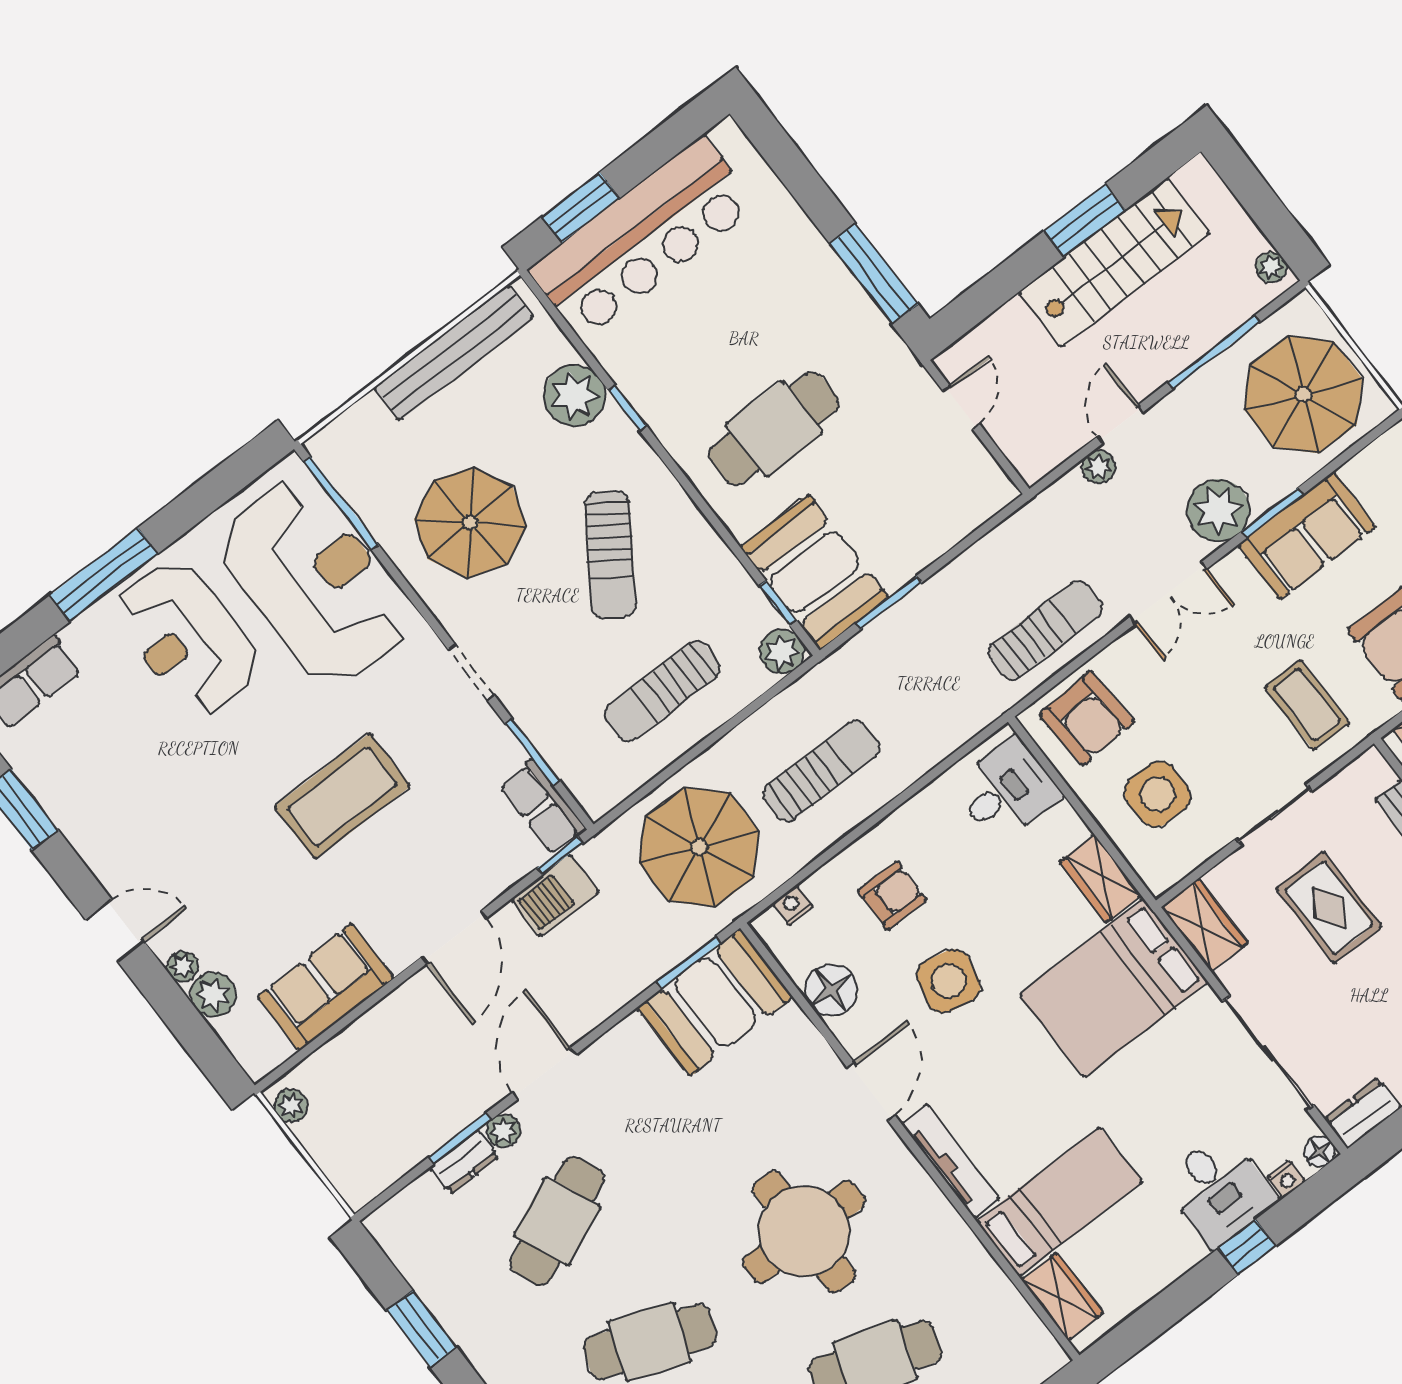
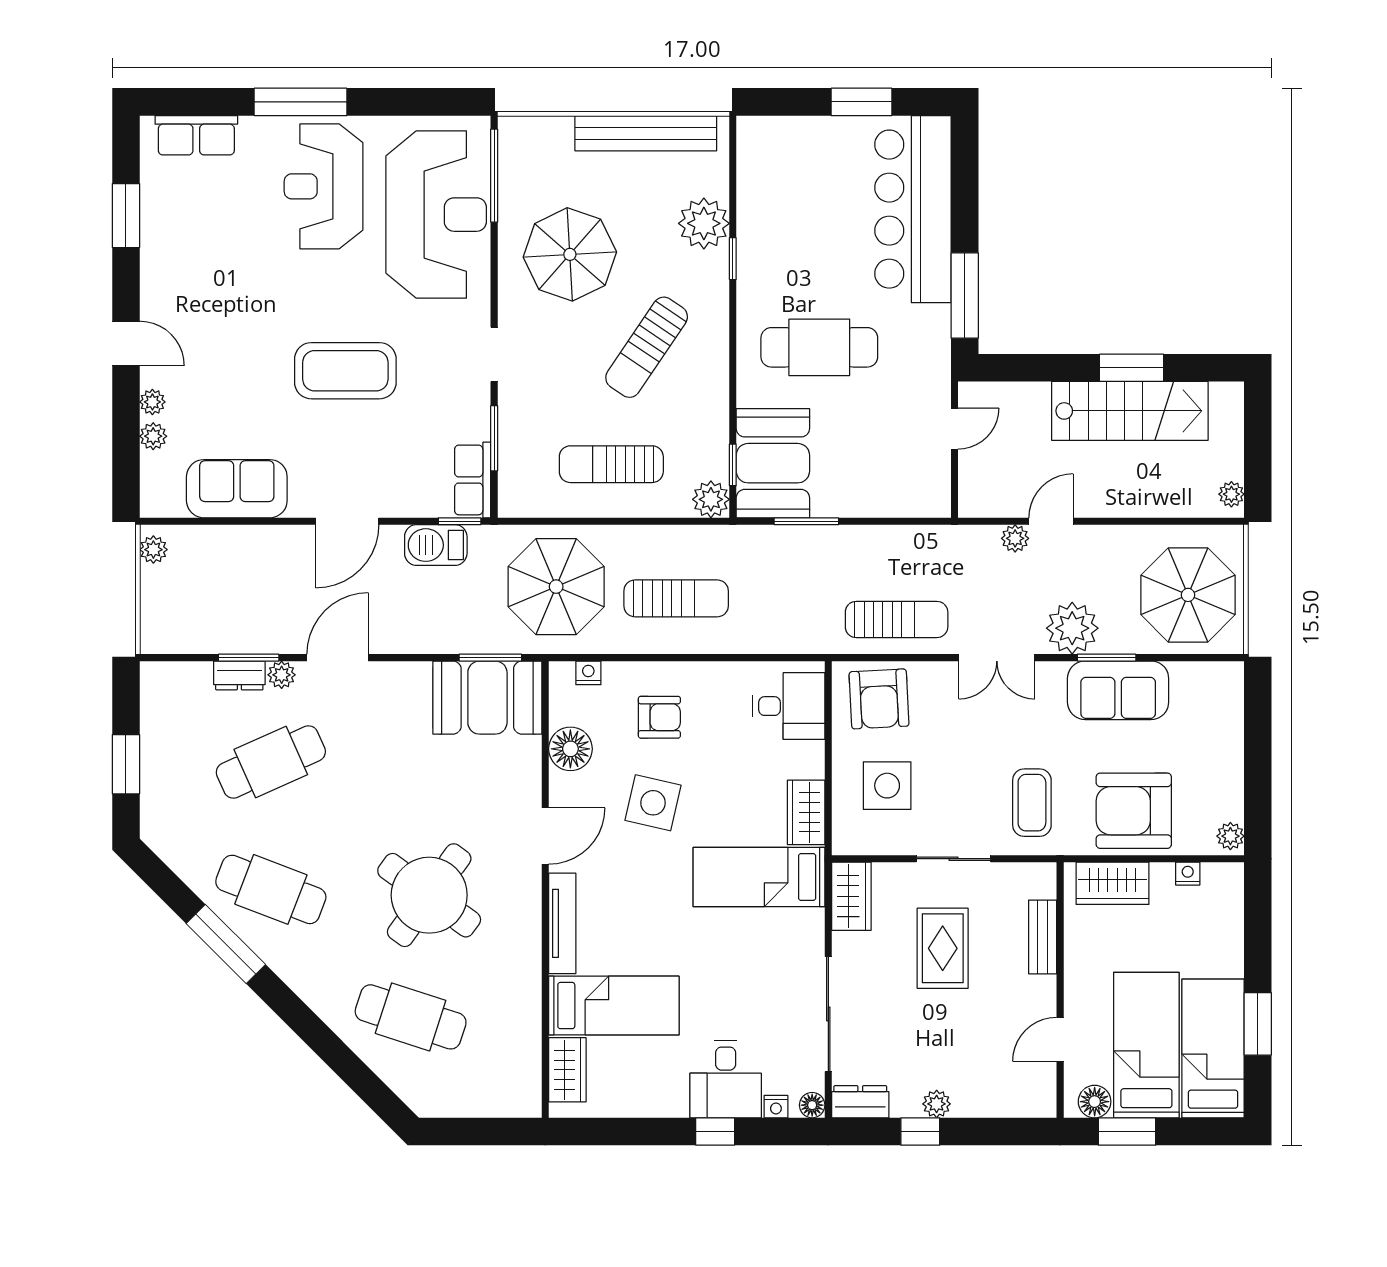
window: (581, 207) -> (861, 102), moved
bar counter: (643, 238) -> (913, 209), moved, turned 90
window: (1213, 353) -> (1150, 521), removed
bed: (1114, 988) -> (759, 877), width x0.67
plant: (213, 995) -> (153, 436), width x0.73, depth x0.73
round table: (804, 1232) -> (429, 895), turned 36

